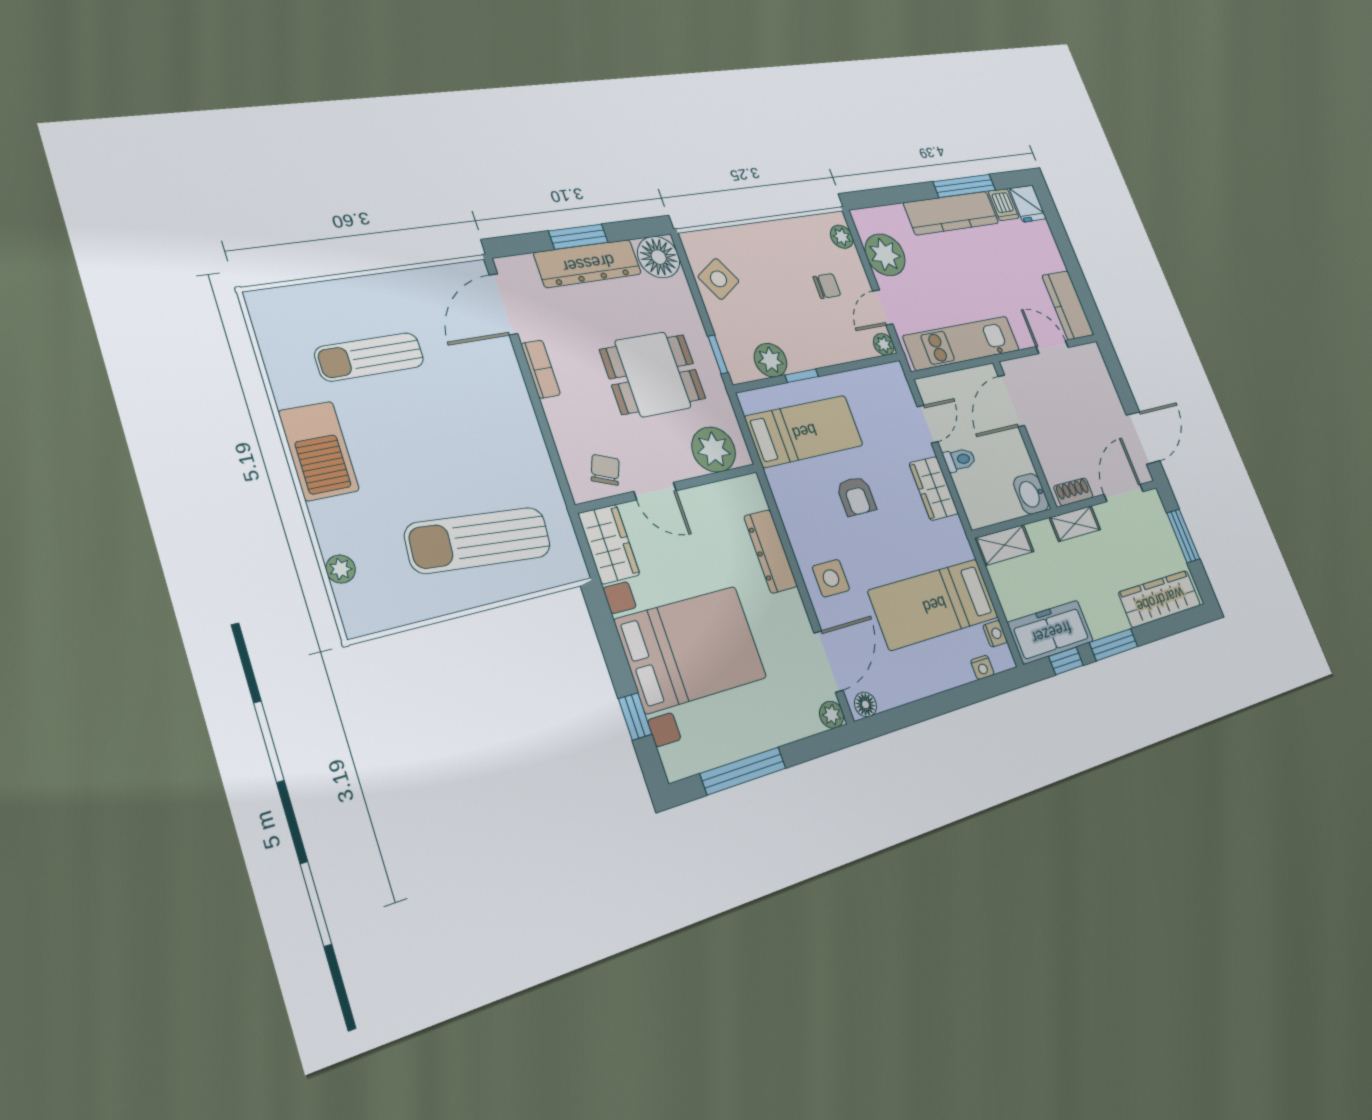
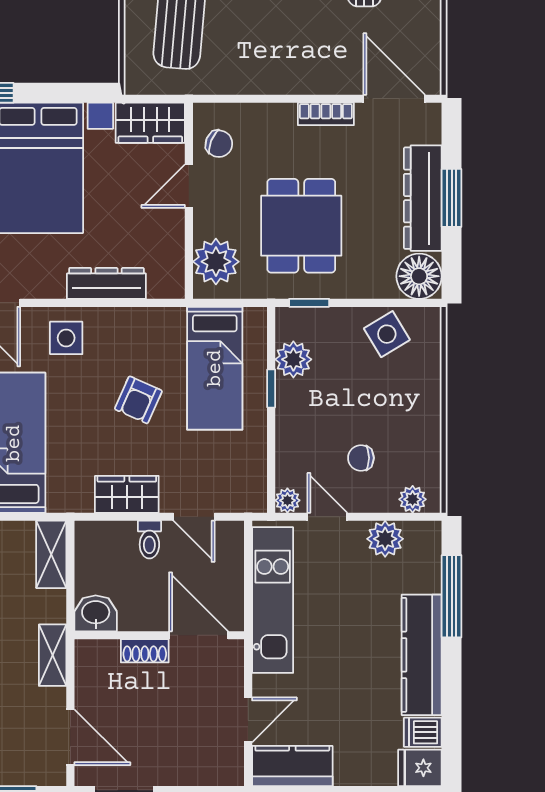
window: (964, 186) -> (452, 596), moved
plant: (885, 255) -> (385, 539), width x0.73, depth x0.73
chair: (827, 286) -> (361, 458), turned 90
shoe rack: (1073, 492) -> (145, 651), moved, turned 90
armchair: (856, 496) -> (138, 400), turned -66

